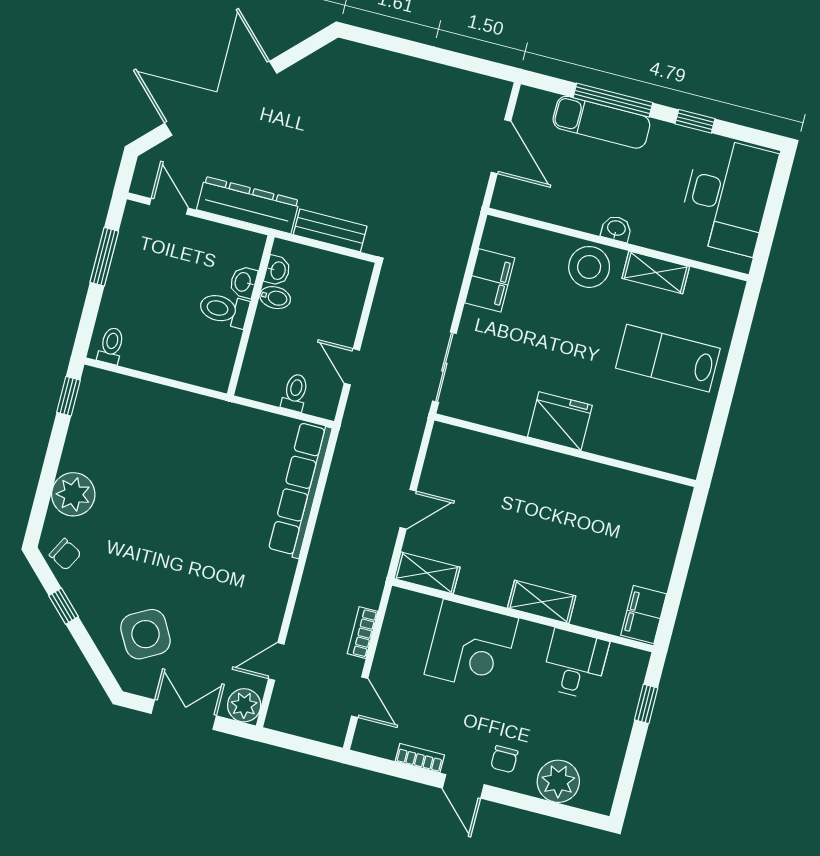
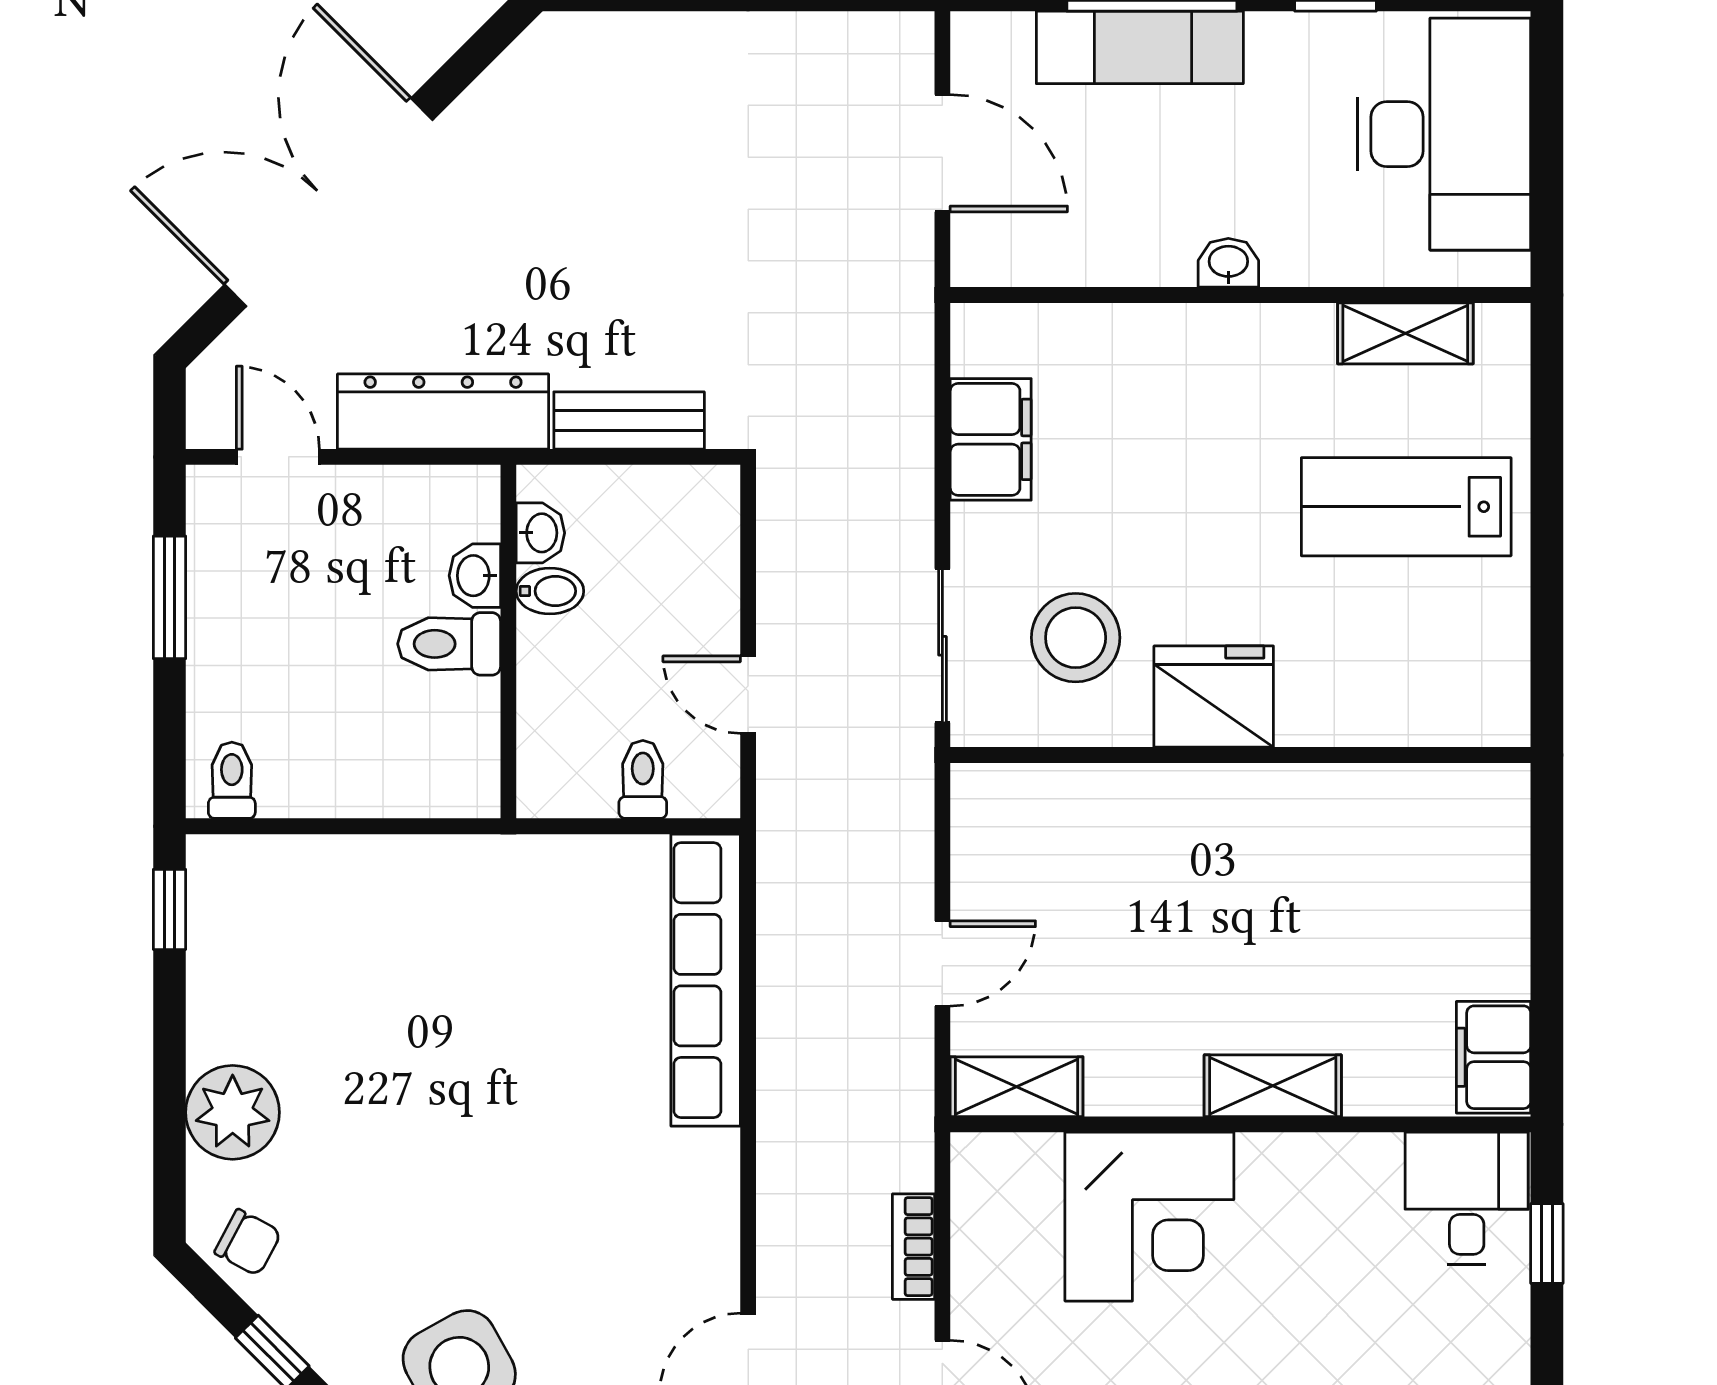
stool: (589, 267) -> (1076, 638), moved
shelving: (656, 272) -> (1405, 333), moved
desk: (575, 664) -> (1467, 1199), moved

